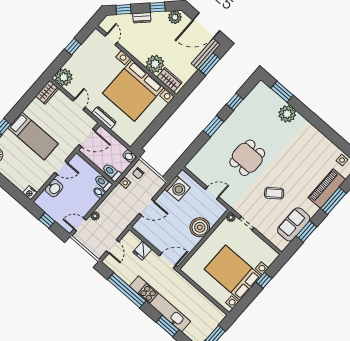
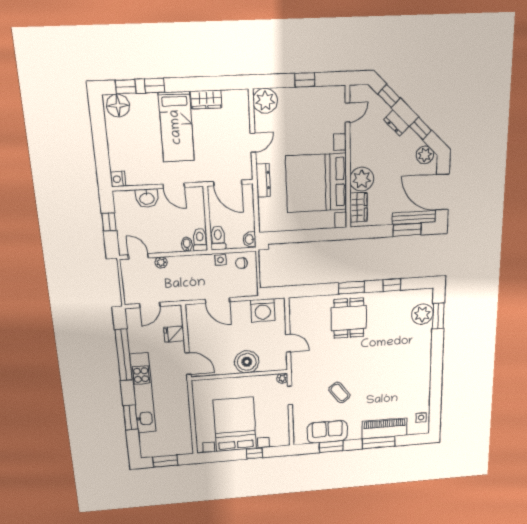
wardrobe: (47, 92) -> (206, 99), moved
plant: (287, 114) -> (422, 314), moved
dining table: (247, 158) -> (349, 318), moved, turned 90

